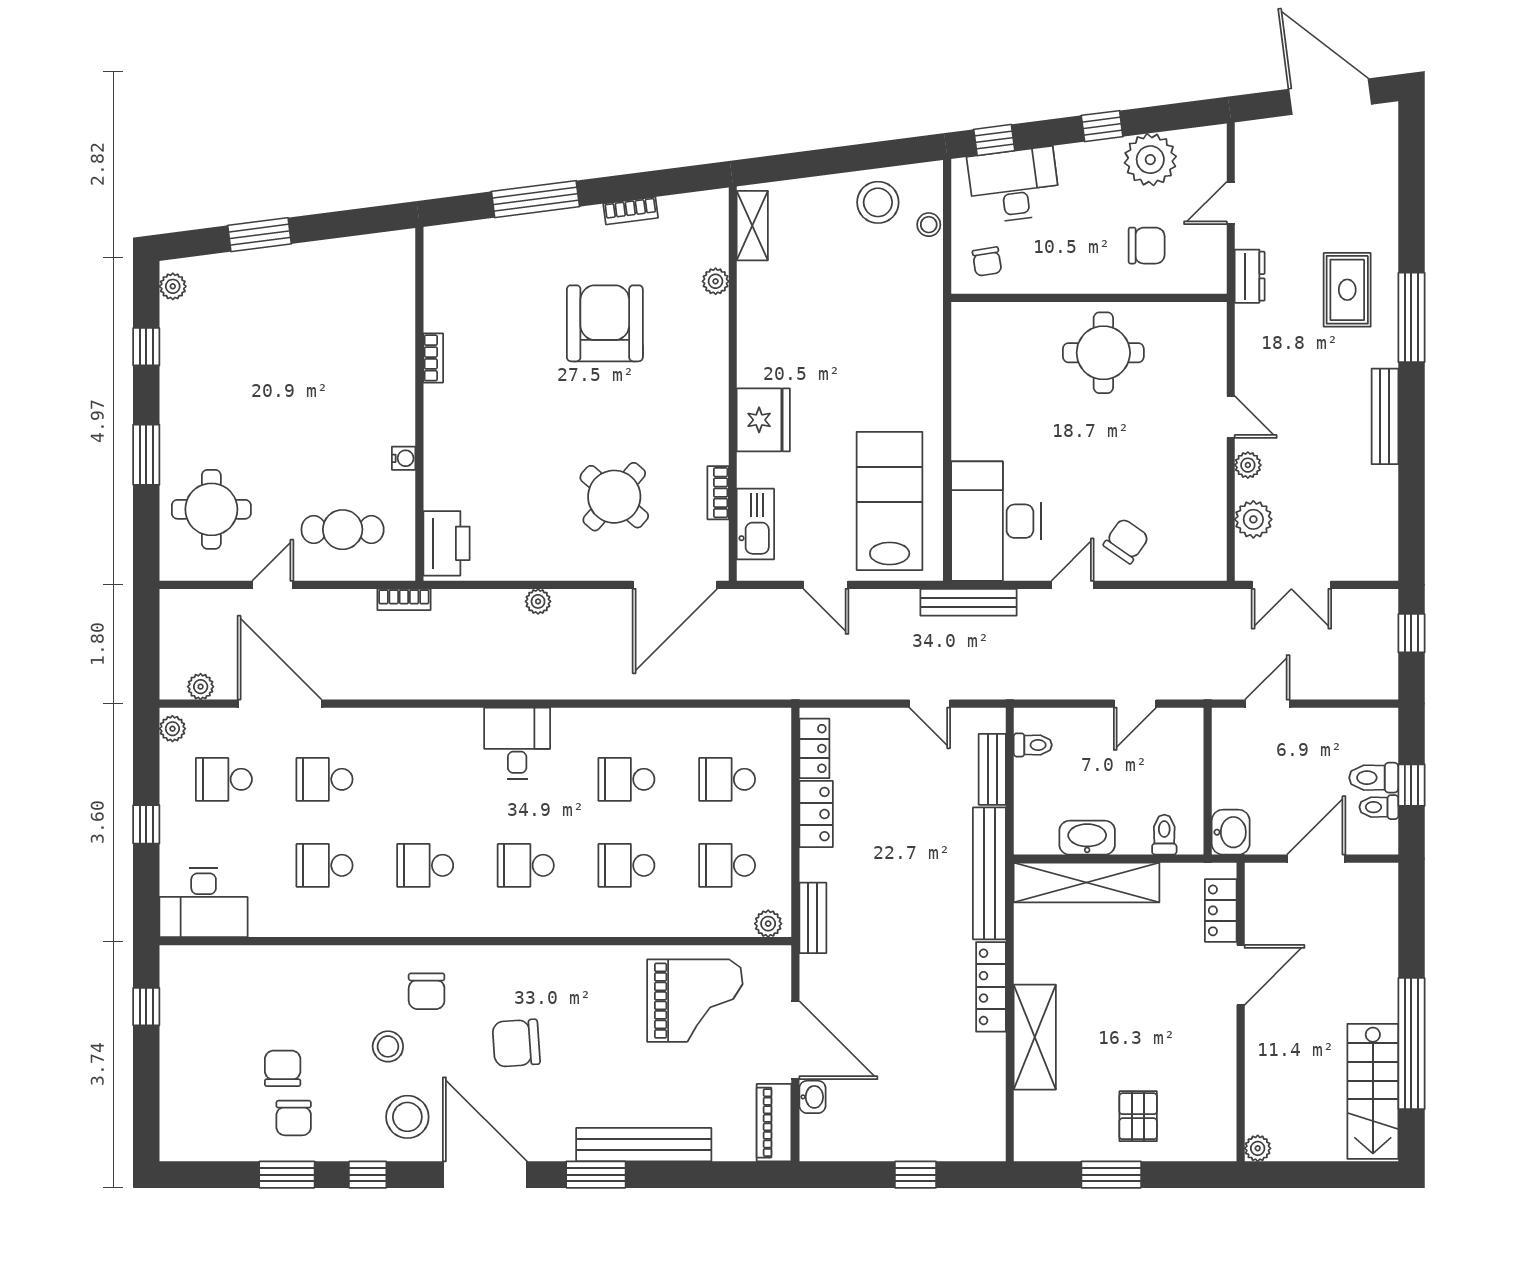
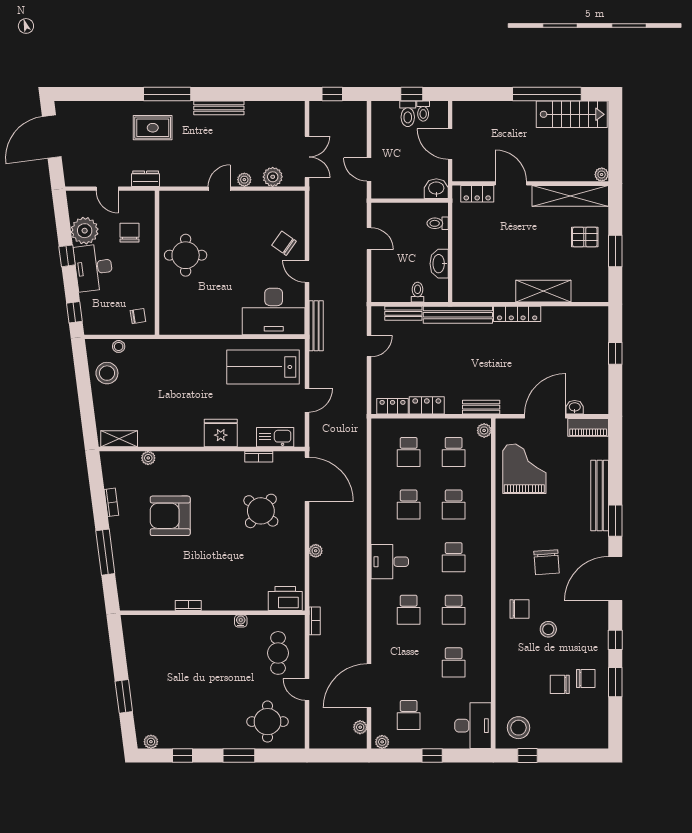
desk: (1014, 185) -> (94, 268), moved
toilet: (1033, 745) -> (418, 292), moved
school desk: (325, 779) -> (409, 610), moved
shelving: (1087, 882) -> (570, 196), moved, turned 90
stool: (407, 1117) -> (518, 728), moved

